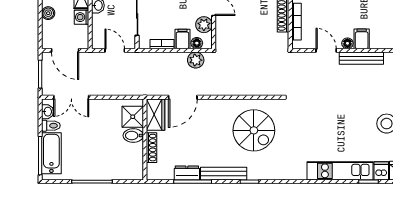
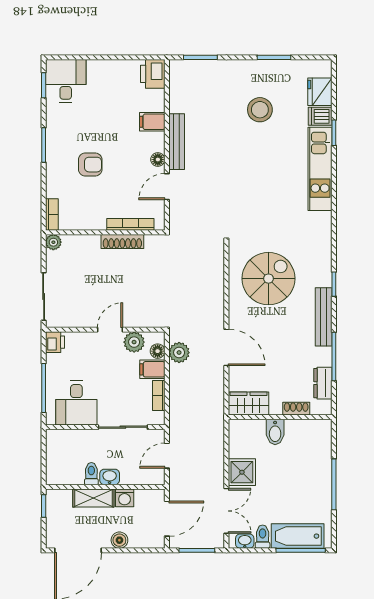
filing cabinet: (362, 39) -> (152, 122), moved
door: (183, 97) -> (226, 347), moved
shower: (133, 117) -> (242, 472), moved
shoe rack: (152, 148) -> (296, 409), width x0.70
dresser: (187, 173) -> (323, 383), moved

